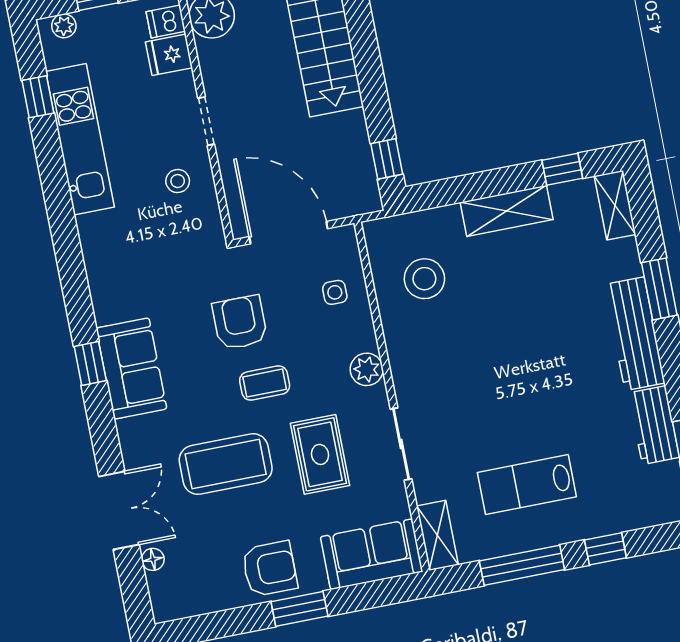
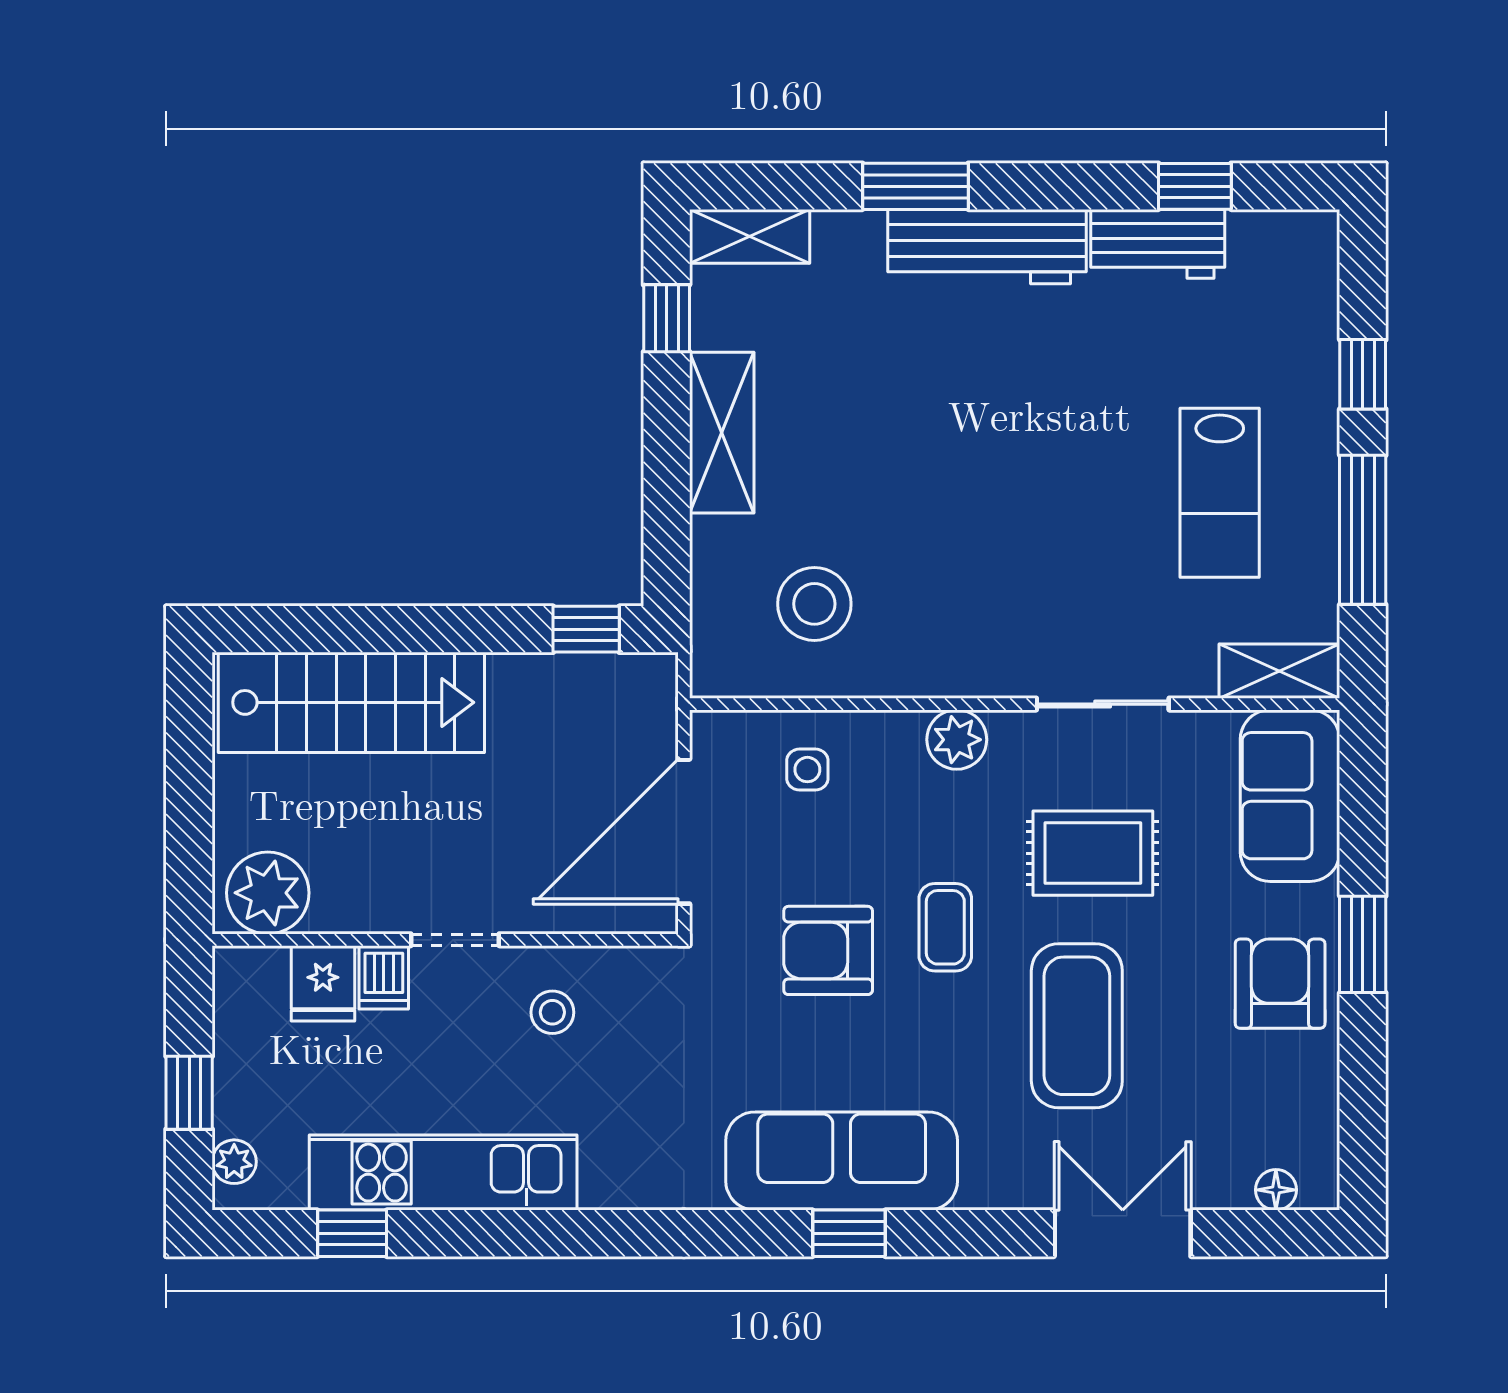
dishwasher: (166, 21) -> (384, 977), moved
sofa: (131, 368) -> (842, 1161), width x1.36
floor lamp: (153, 559) -> (1276, 1190), moved

